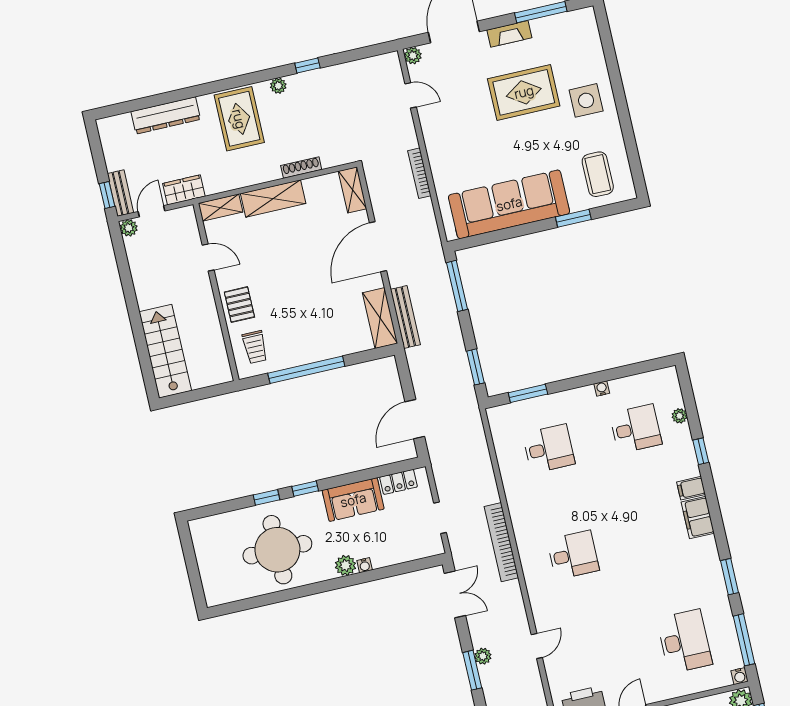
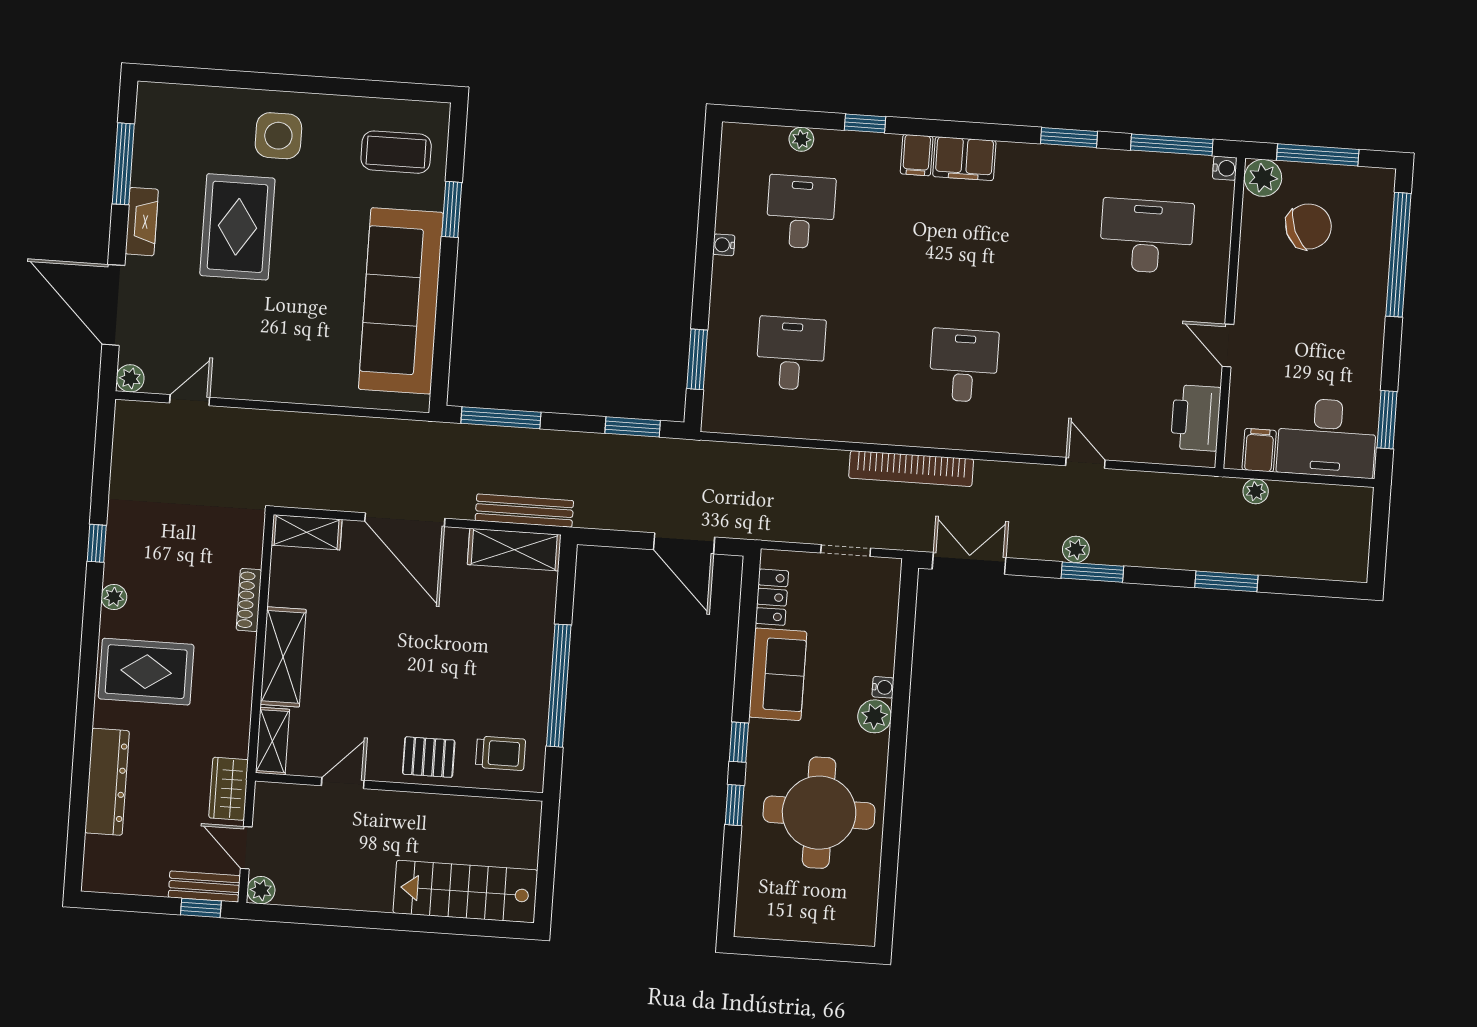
bookcase: (419, 173) -> (312, 423), removed

